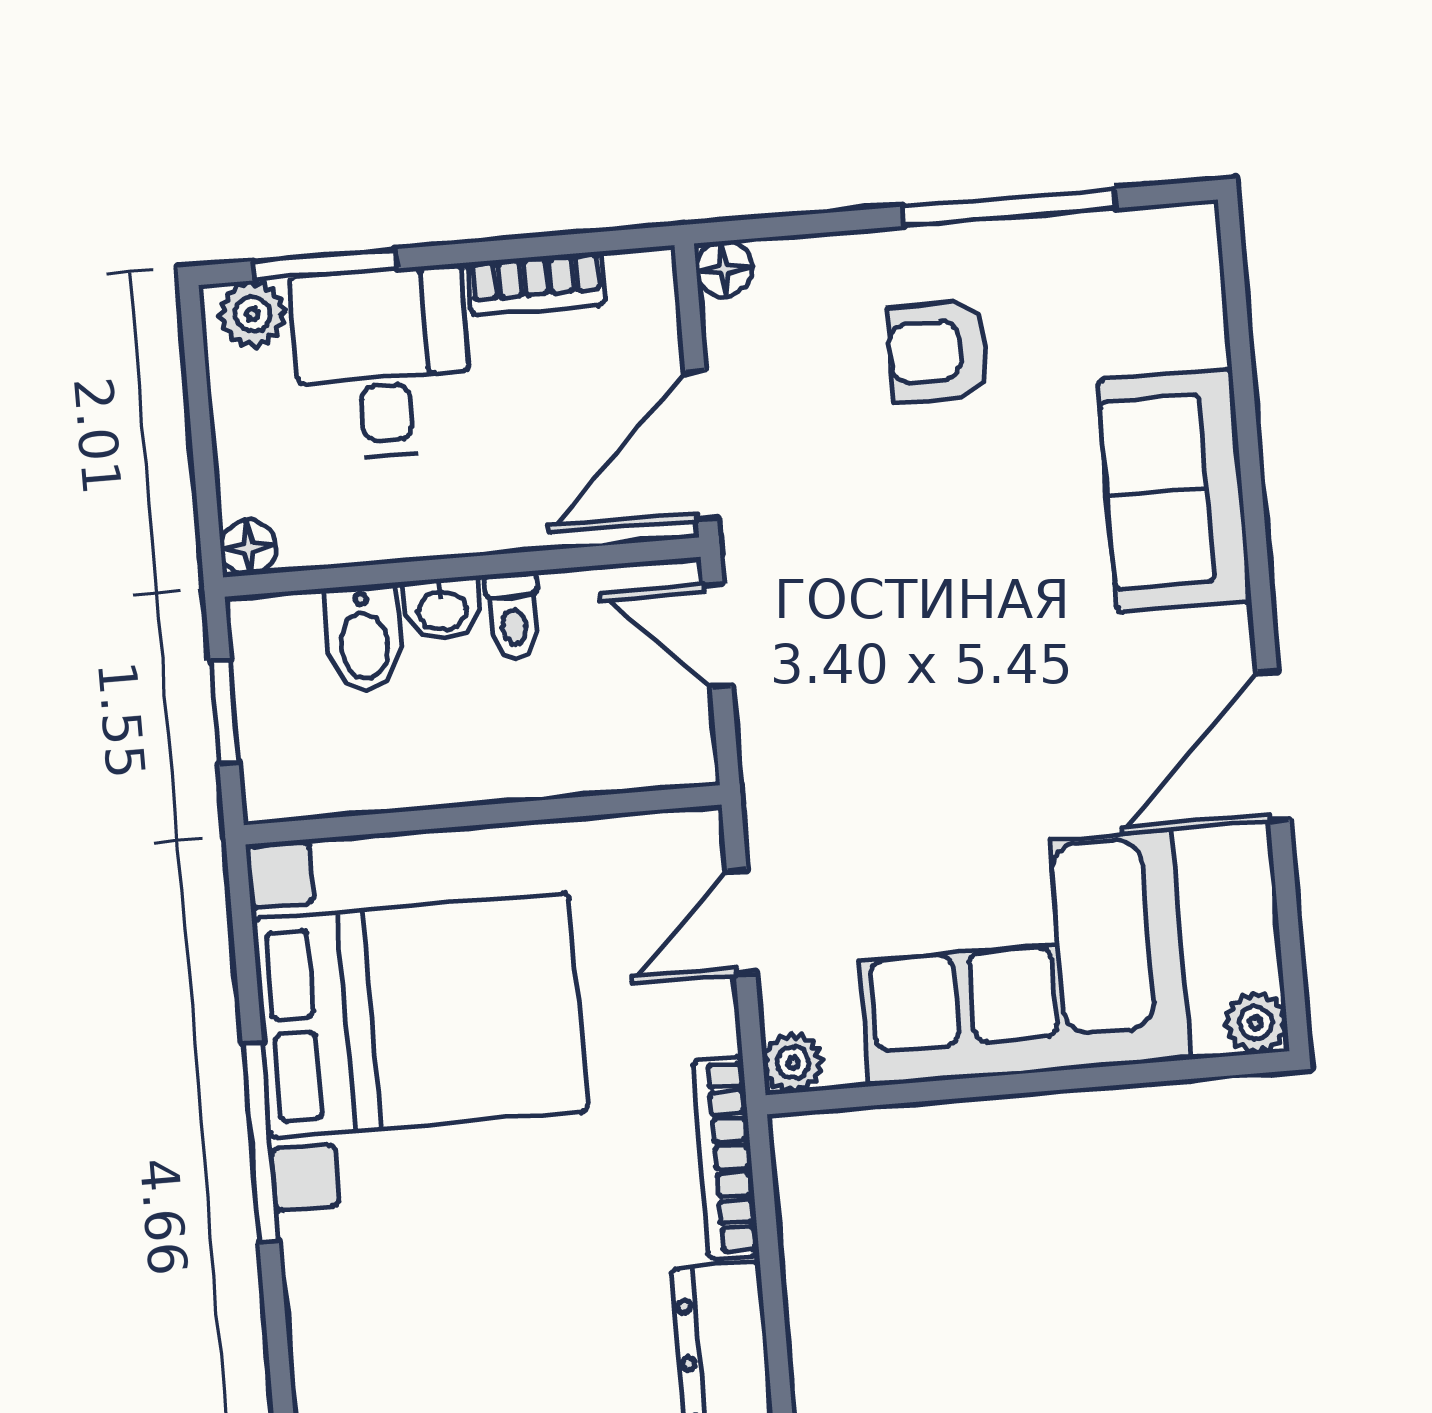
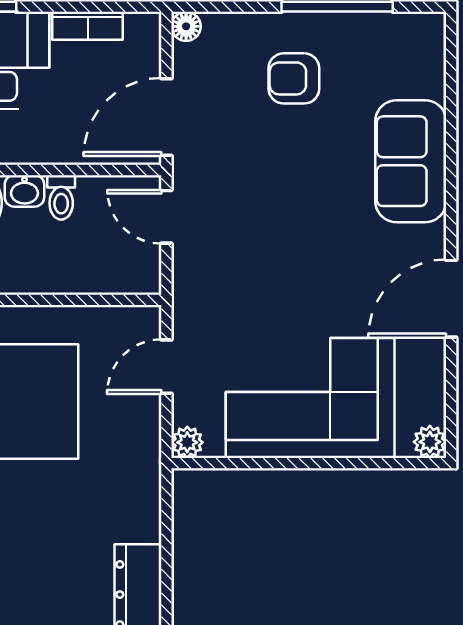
bookcase: (726, 1158) -> (148, 489), removed

